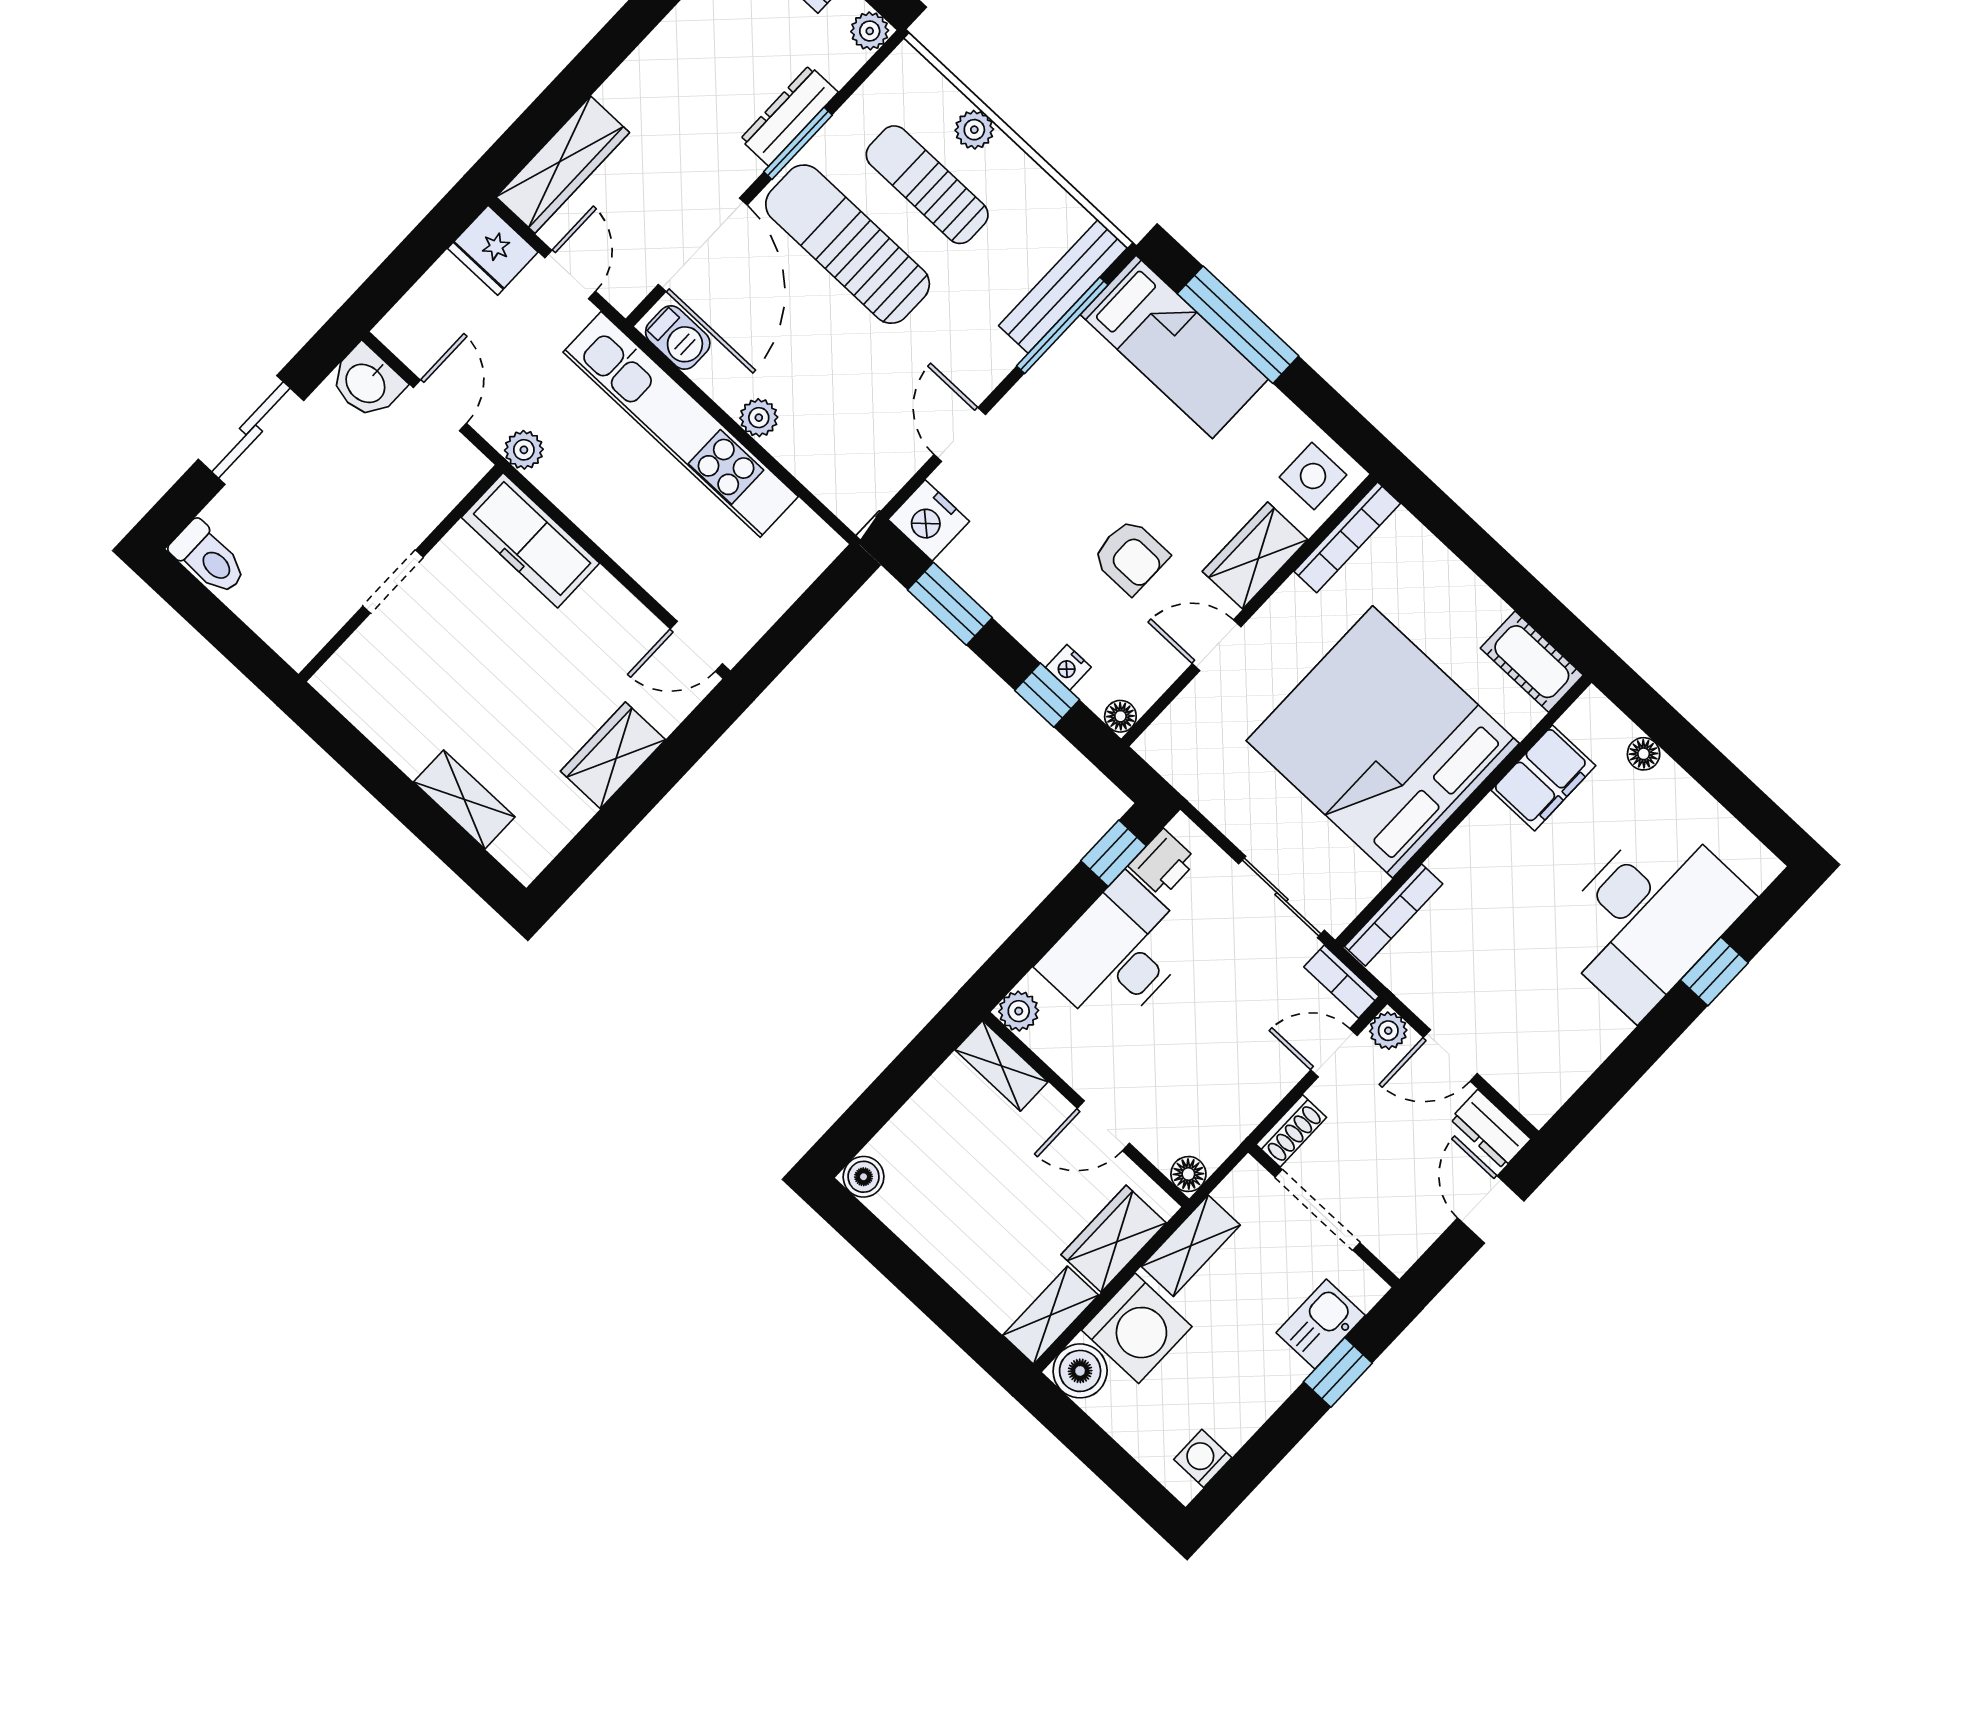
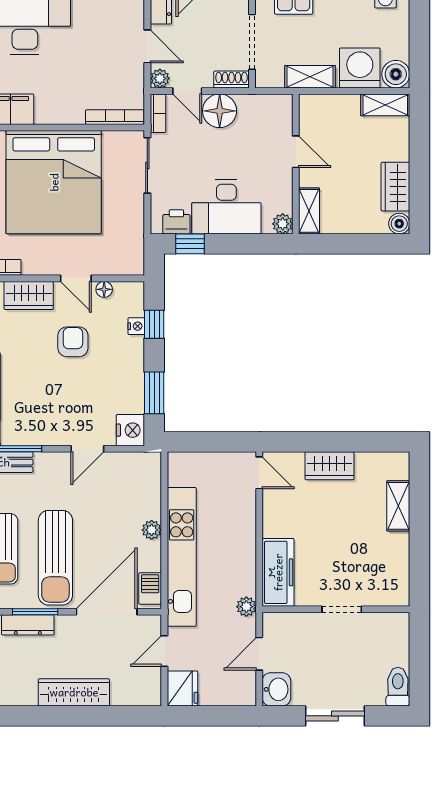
wardrobe: (563, 165) -> (74, 692), moved
floor lamp: (1120, 716) -> (104, 289), moved
floor lamp: (1188, 1174) -> (220, 111), moved, width x1.89, depth x1.89
wardrobe: (1114, 1239) -> (395, 187), moved, turned 90

